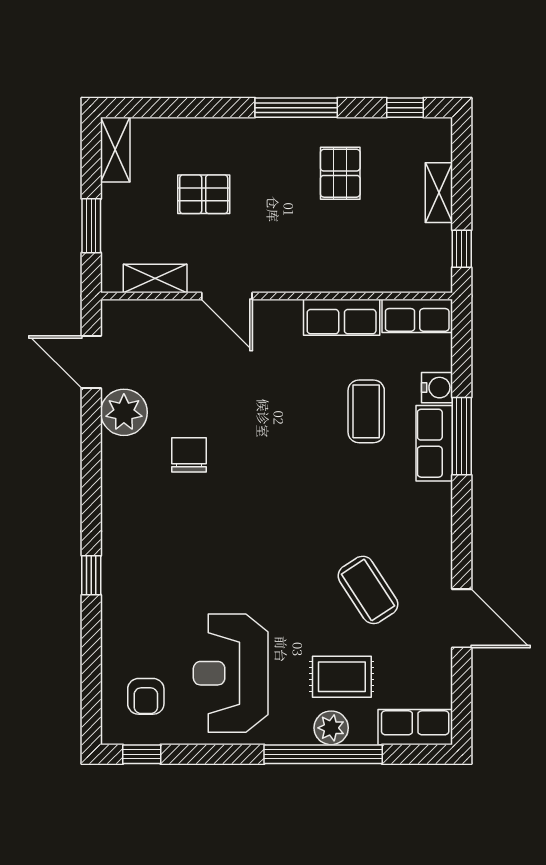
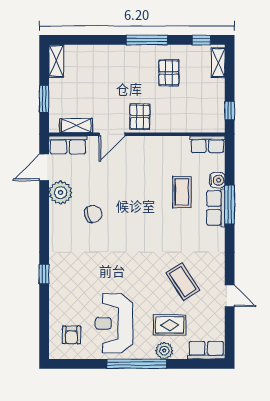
shelving: (439, 193) -> (218, 63), moved
pallet: (204, 194) -> (140, 117), moved, turned 90
door: (227, 296) -> (112, 134), hinge flipped
row of seats: (342, 317) -> (68, 145), moved
door: (91, 362) -> (44, 167), hinge flipped
chair: (189, 455) -> (93, 214), turned 73
door: (462, 618) -> (230, 296), width x0.73
window: (142, 754) -> (69, 364), removed
window: (323, 754) -> (137, 364), moved

